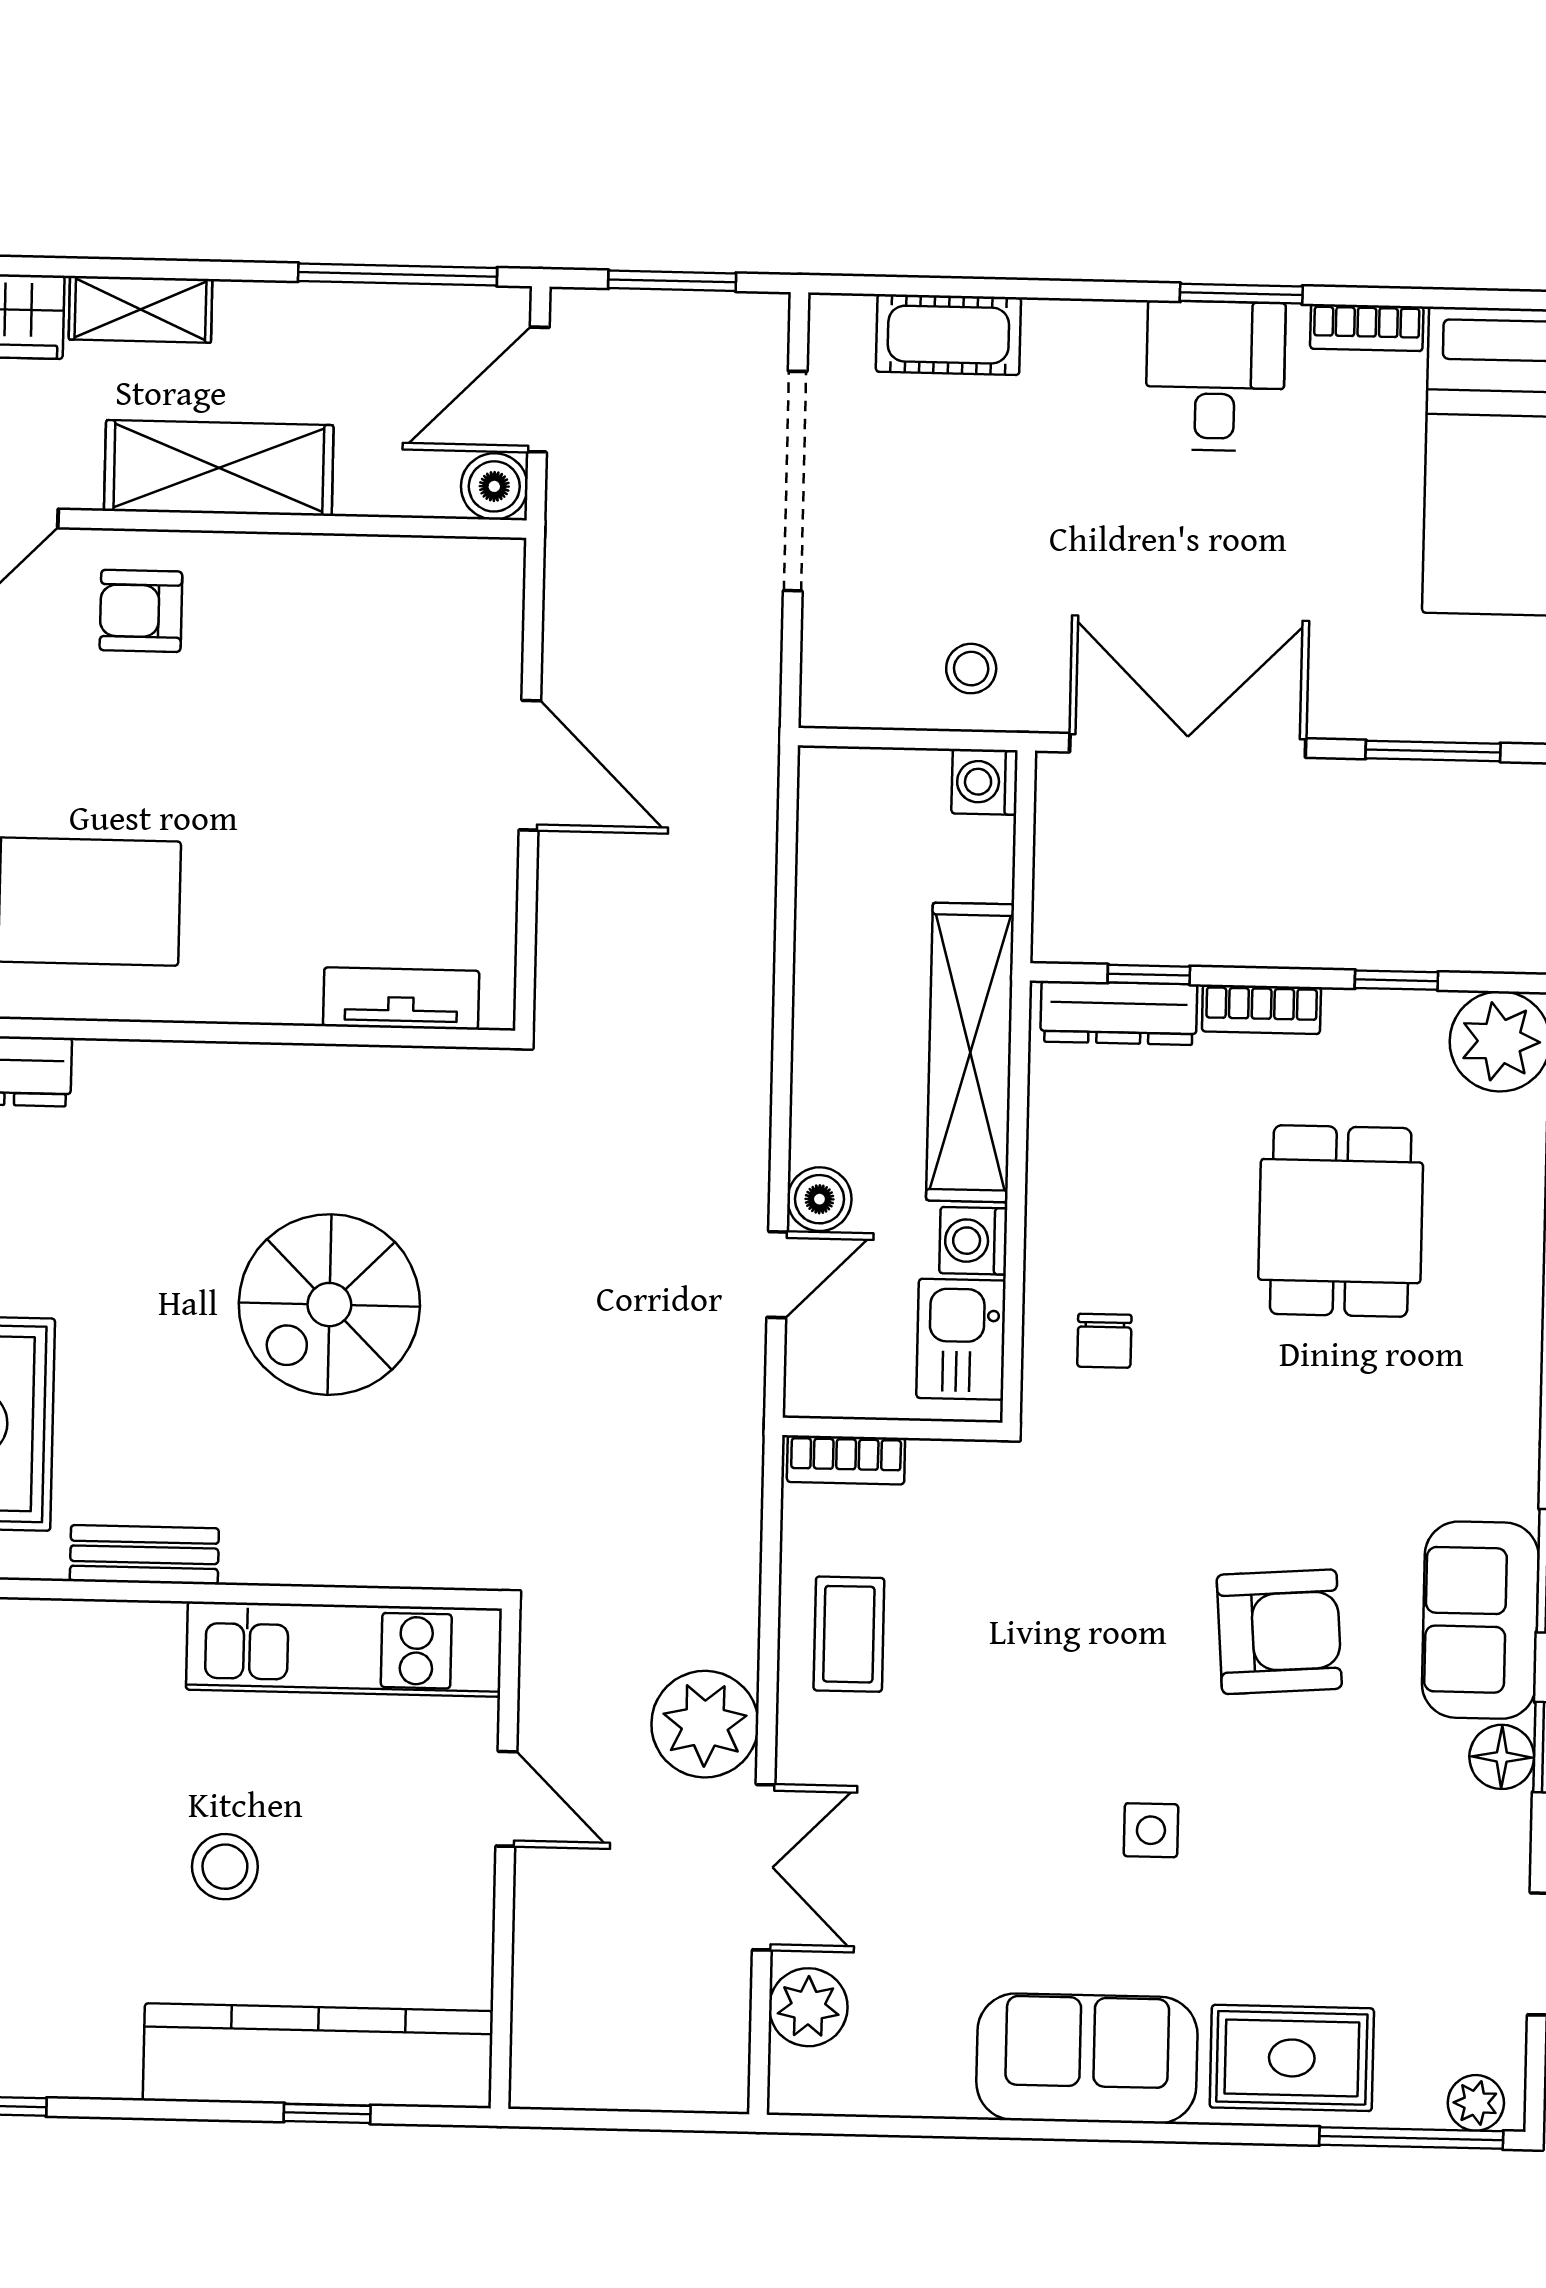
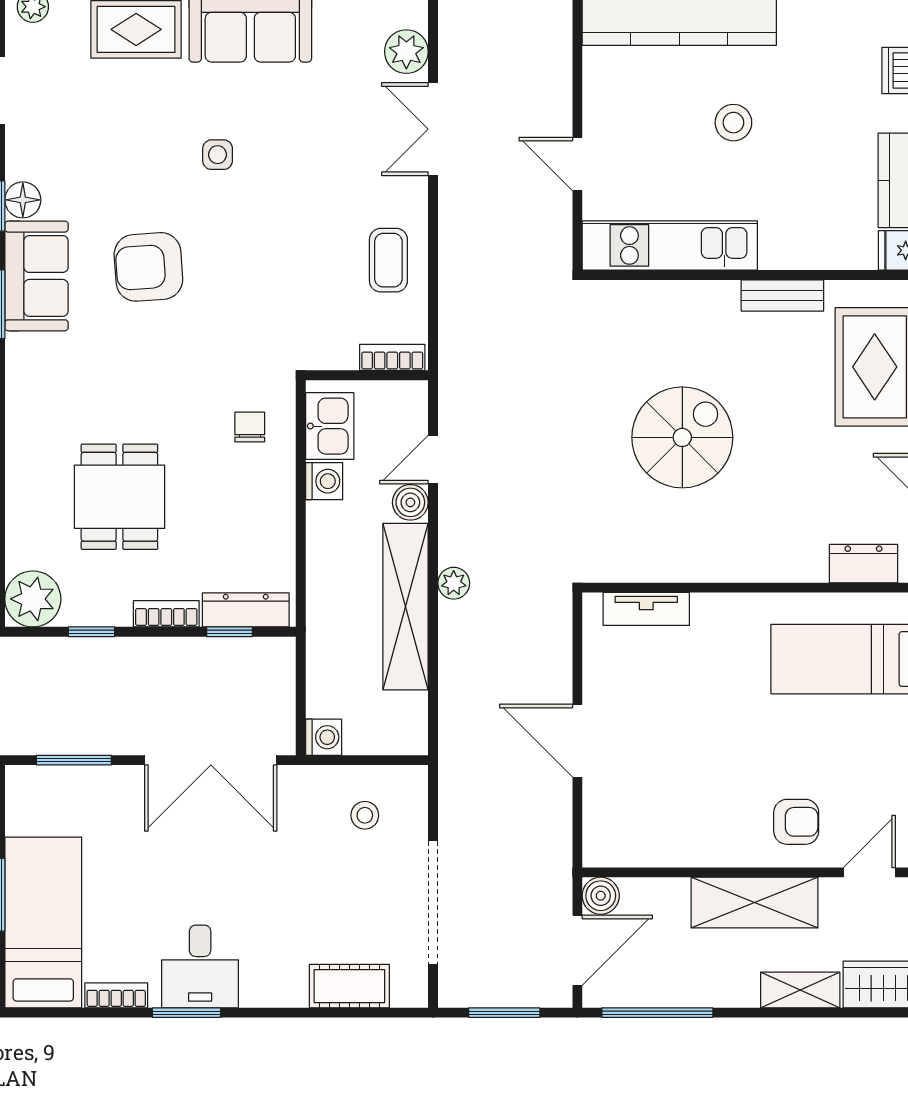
stool: (971, 669) -> (365, 815), moved
shelving: (970, 1052) -> (406, 607), moved
plant: (705, 1724) -> (454, 583), moved, width x0.53, depth x0.53

